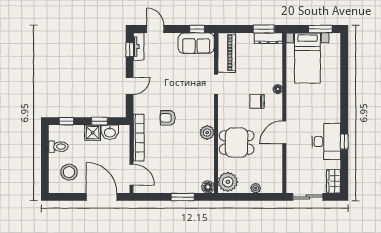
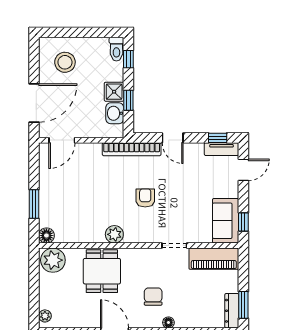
armchair: (168, 118) -> (145, 198), moved
bookcase: (139, 138) -> (132, 149), moved
toilet: (58, 147) -> (116, 49), moved
plant: (256, 188) -> (45, 316), moved

